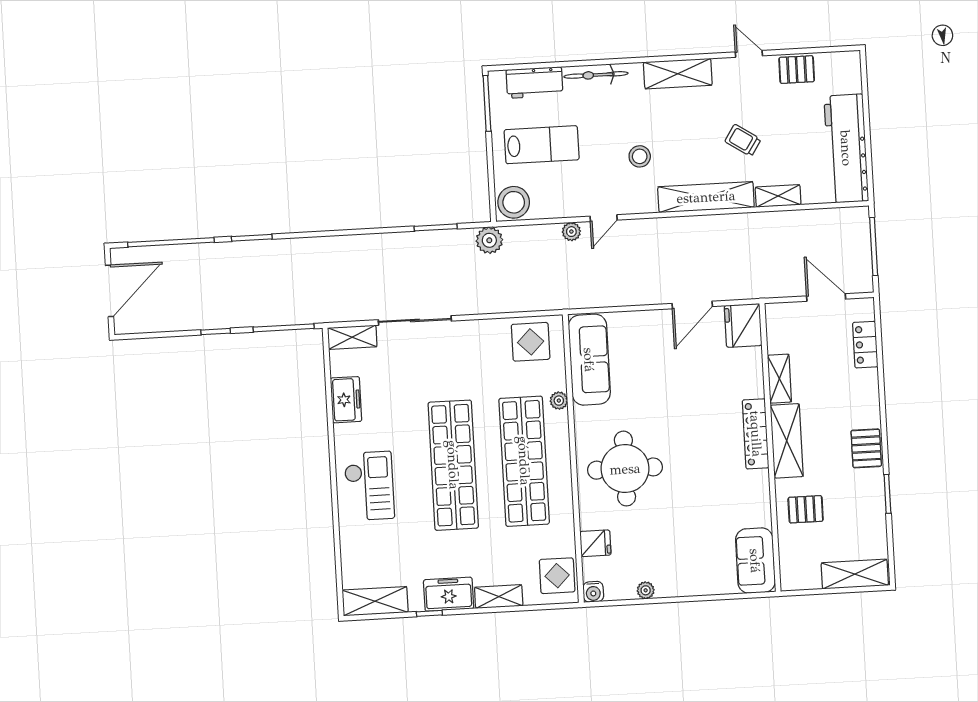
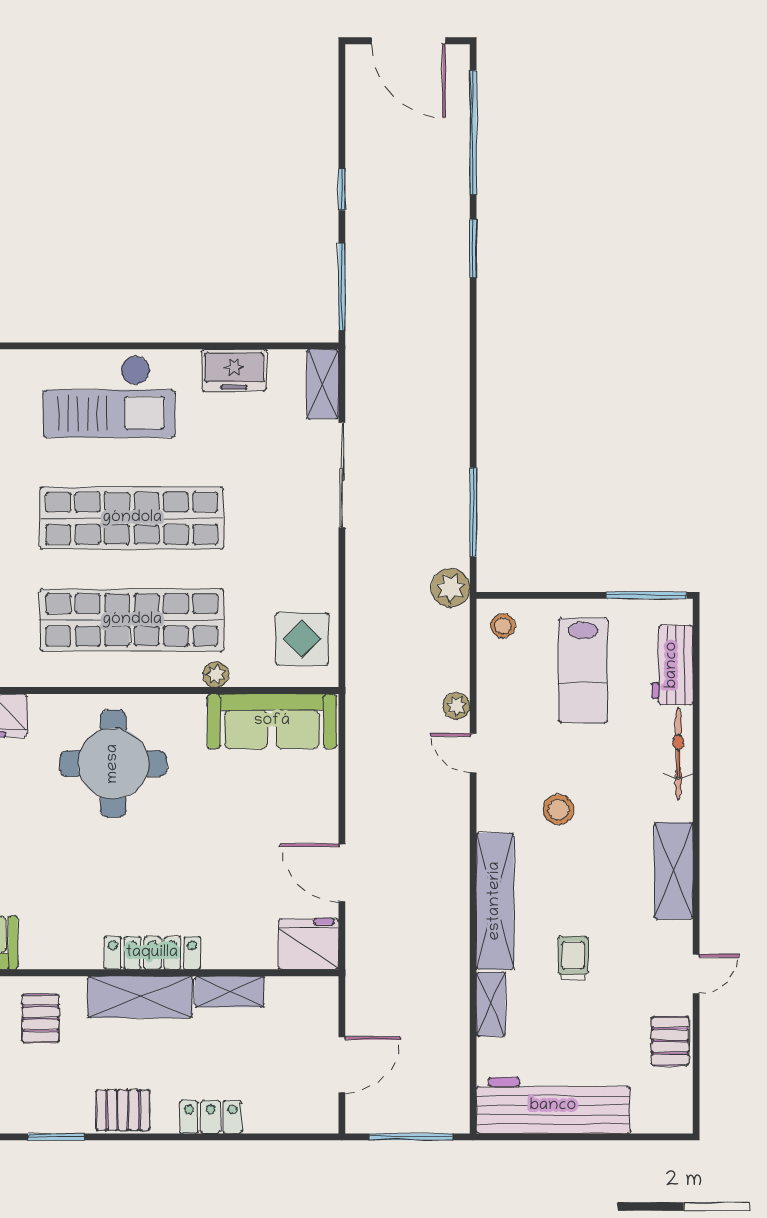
trolley: (743, 140) -> (573, 958), turned -33
stool: (514, 202) -> (503, 626), width x0.53, depth x0.53
window: (436, 227) -> (473, 512), width x1.44
locker: (865, 345) -> (211, 1117), moved
checkout: (369, 486) -> (109, 396), width x1.36, depth x1.21

